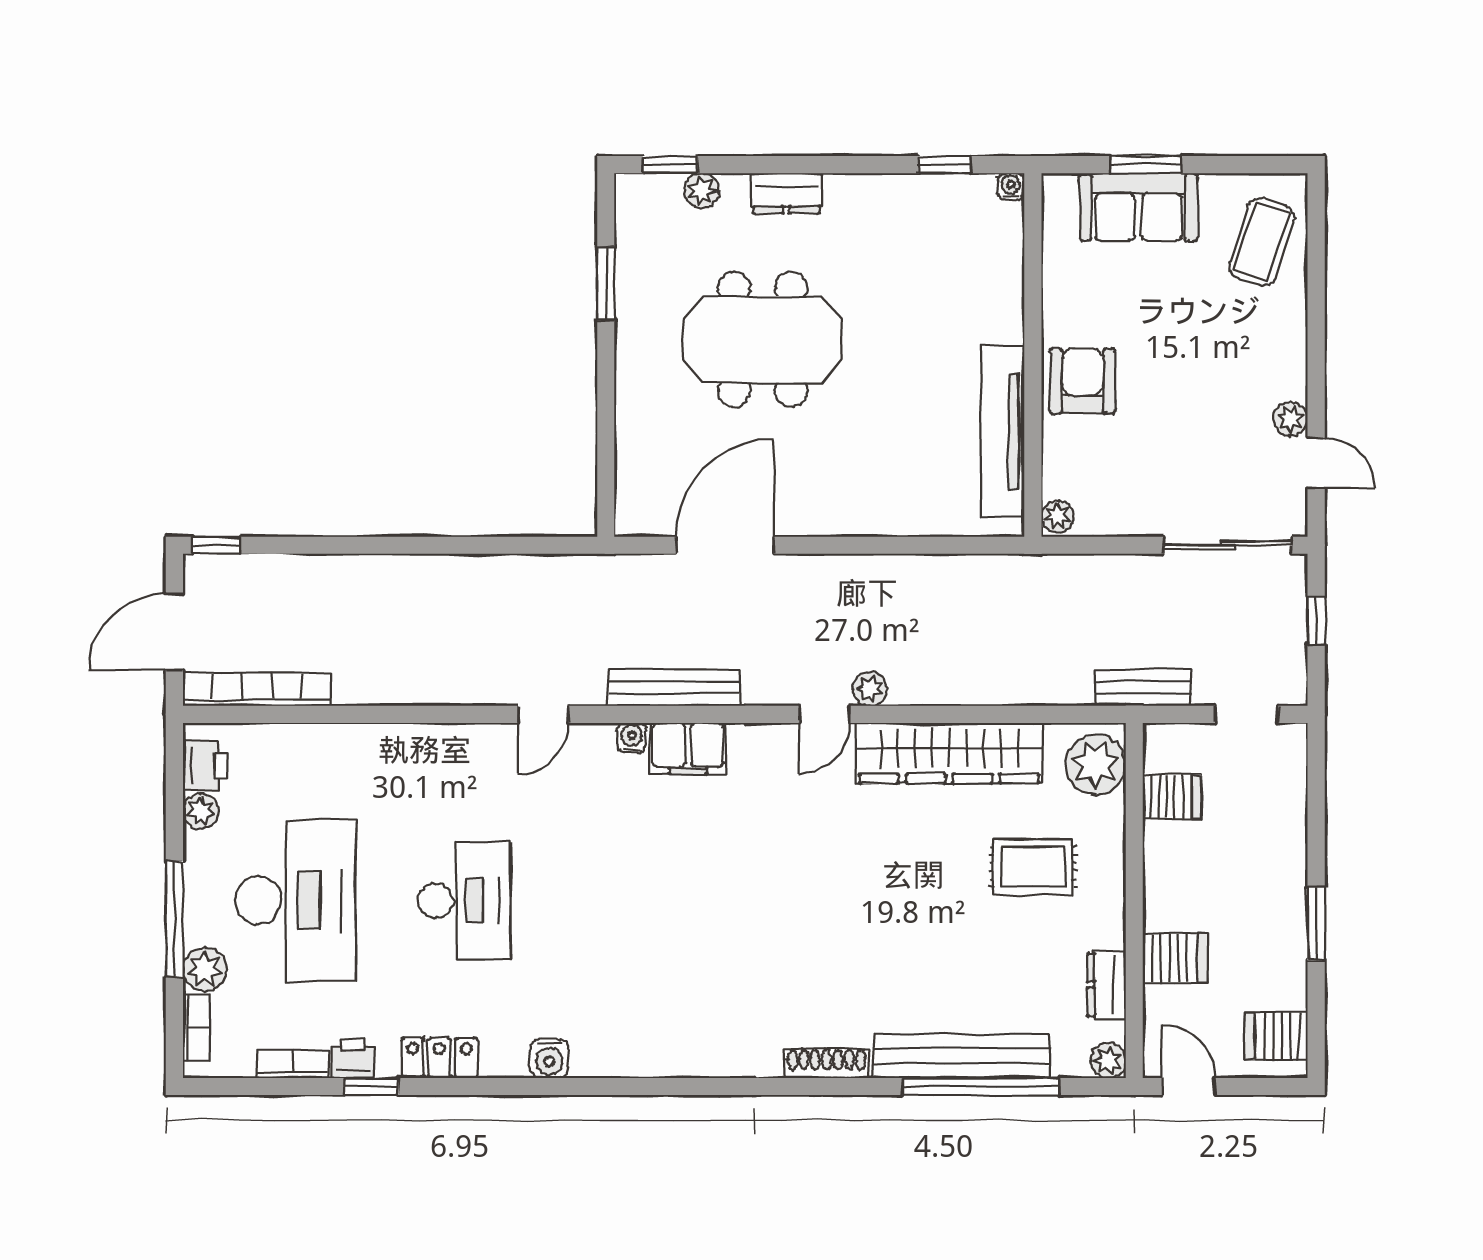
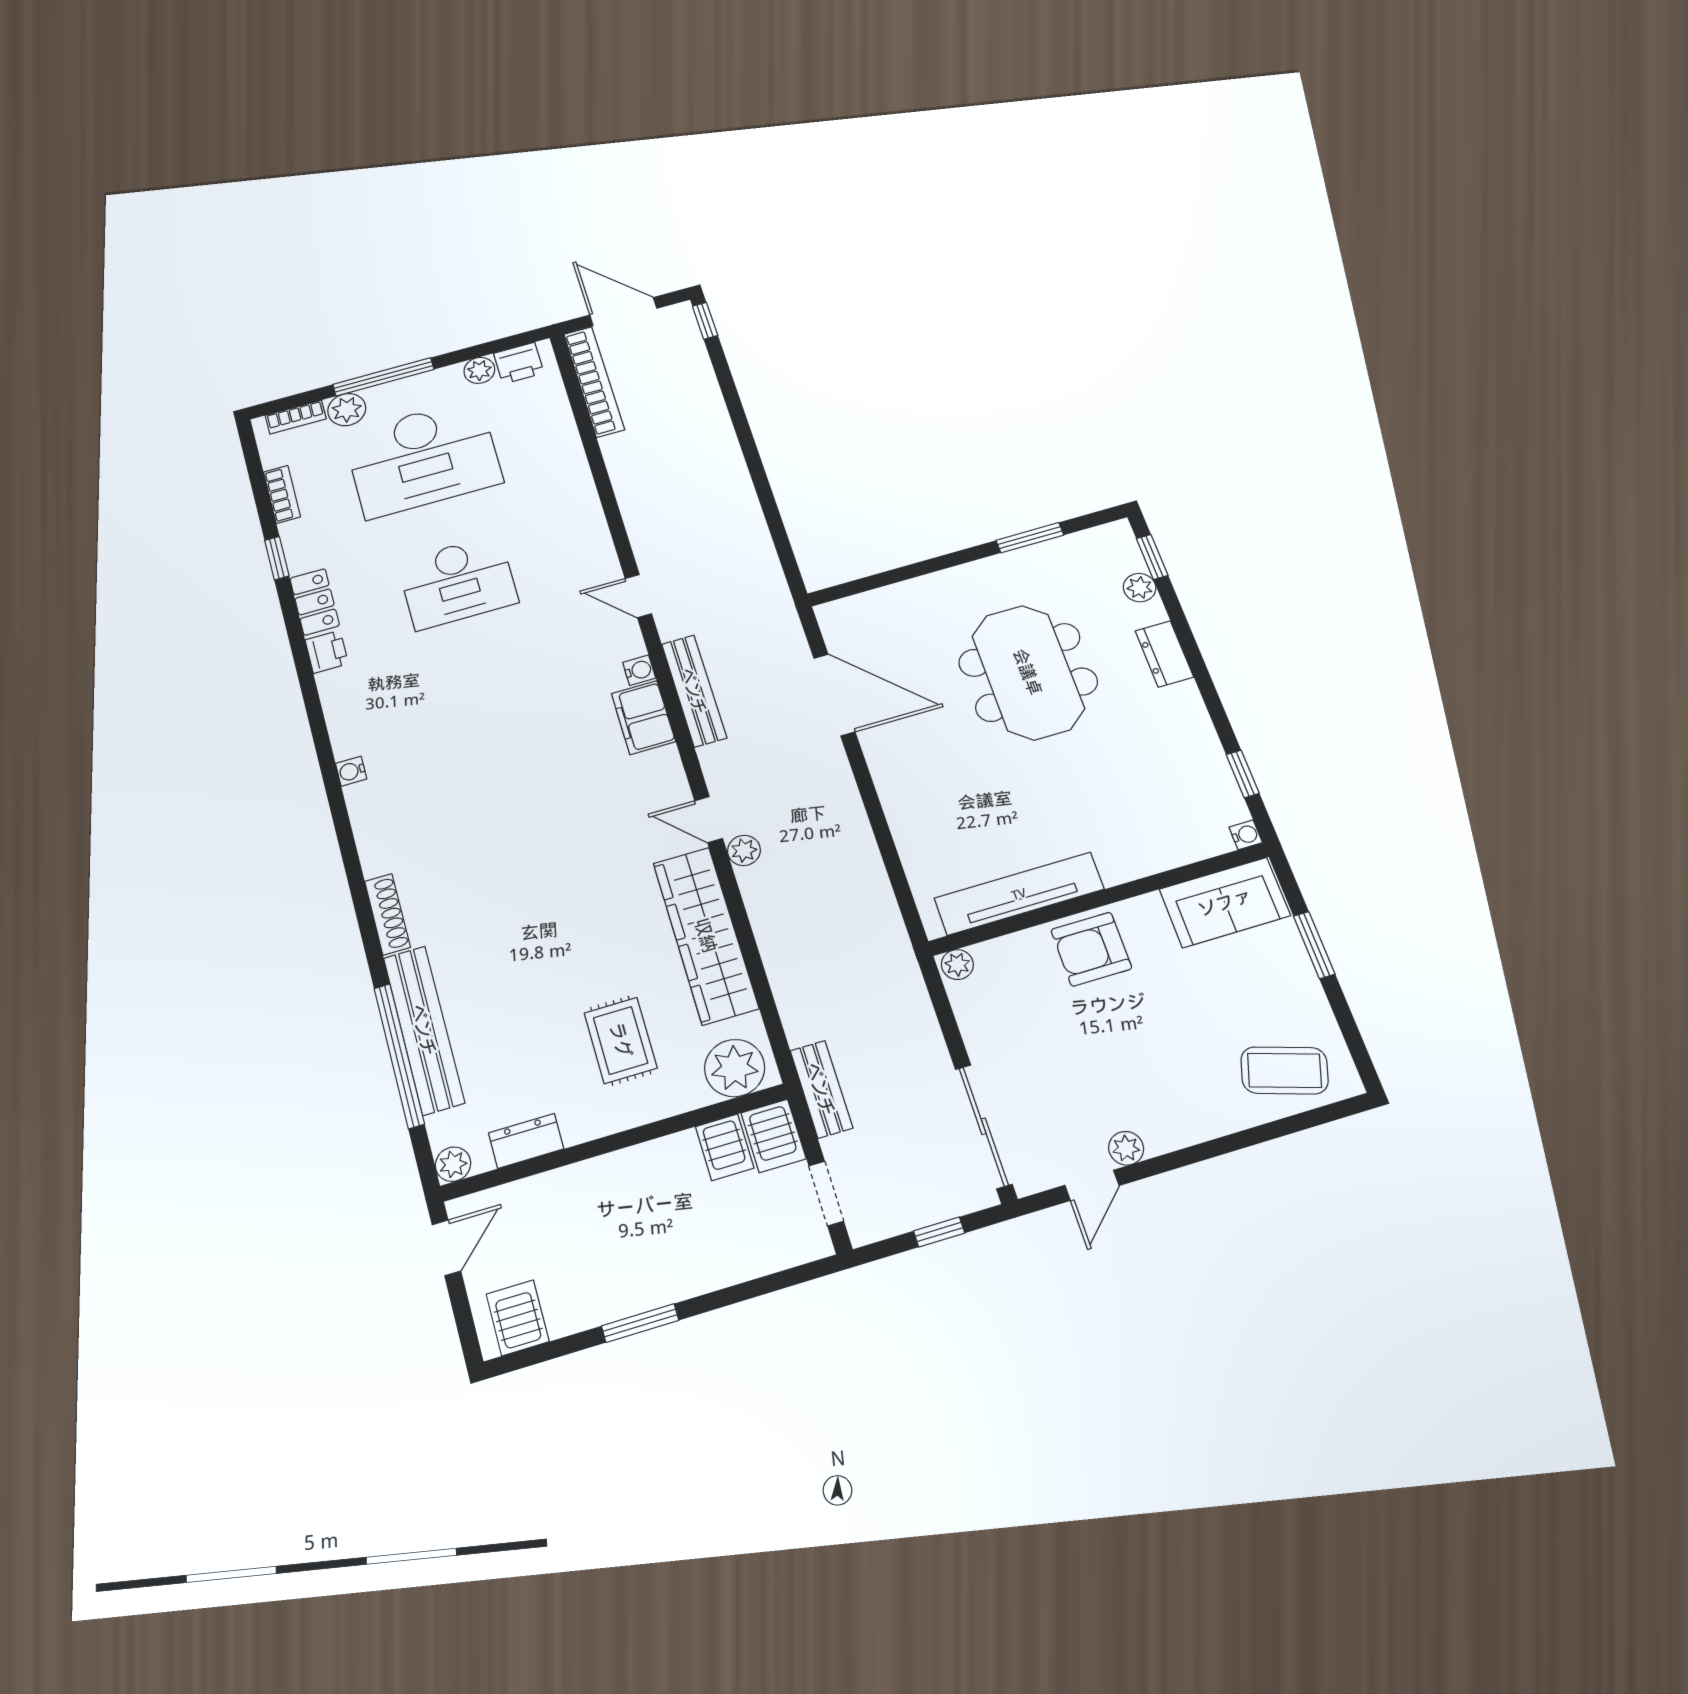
sofa: (1138, 207) -> (1225, 902), moved, turned -90
armchair: (1083, 381) -> (1091, 949), turned 180
server rack: (1175, 958) -> (773, 1136), moved
printer: (353, 1058) -> (327, 652), moved
water cooler: (549, 1059) -> (351, 771), moved, width x0.72, depth x0.72

